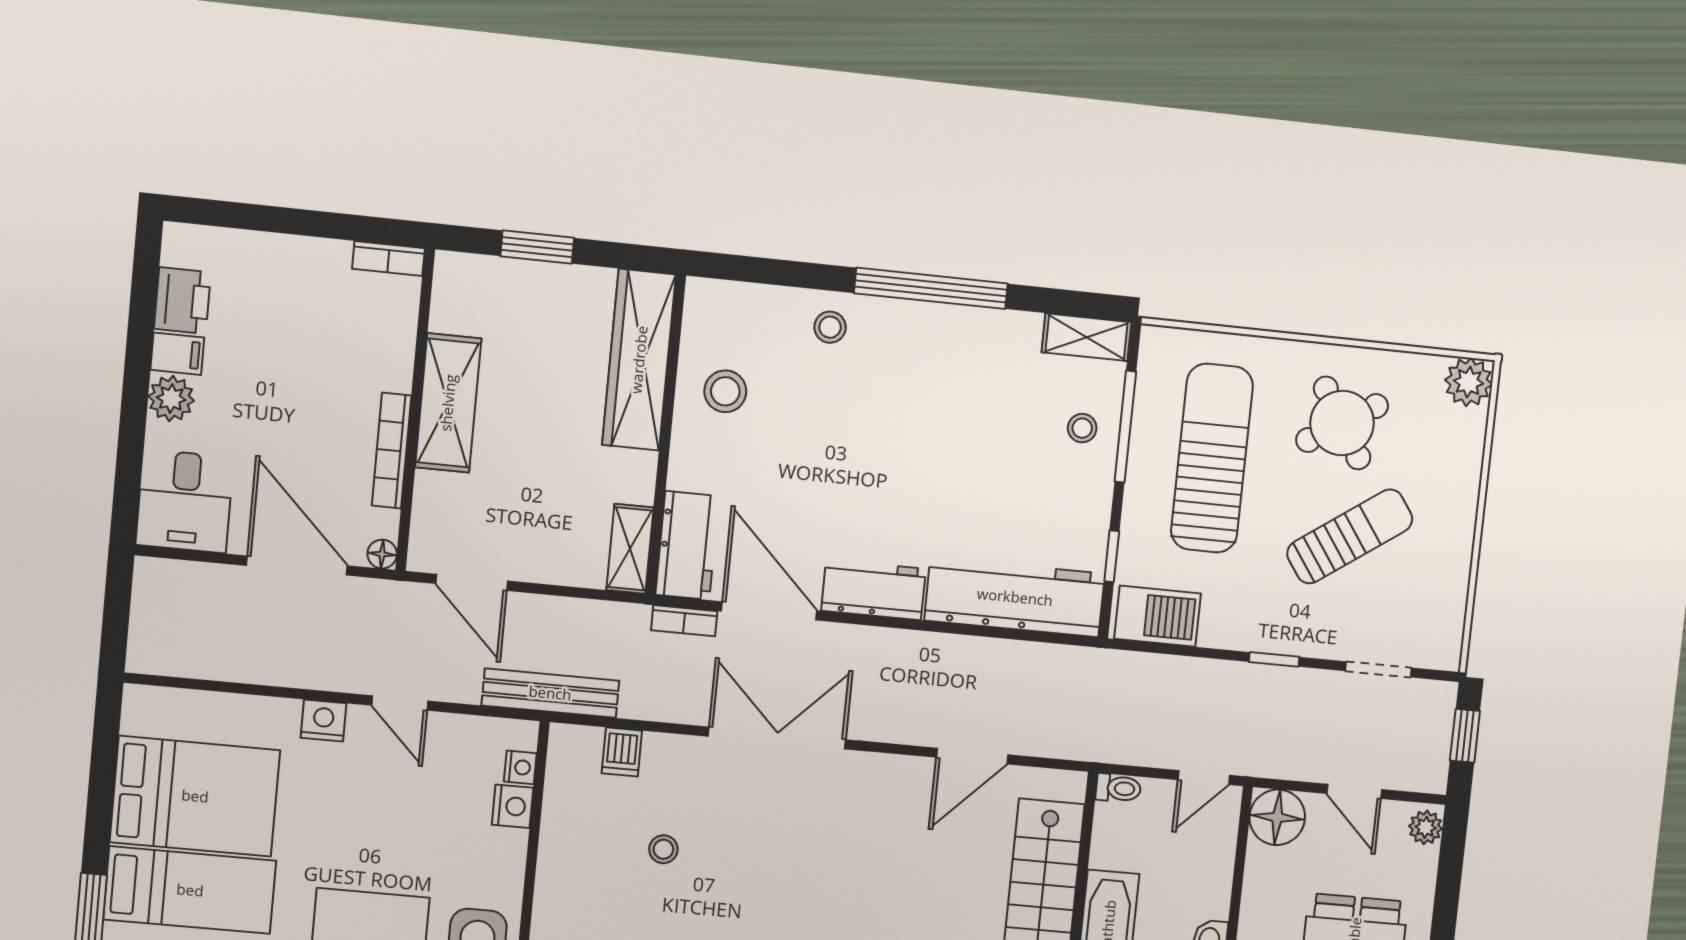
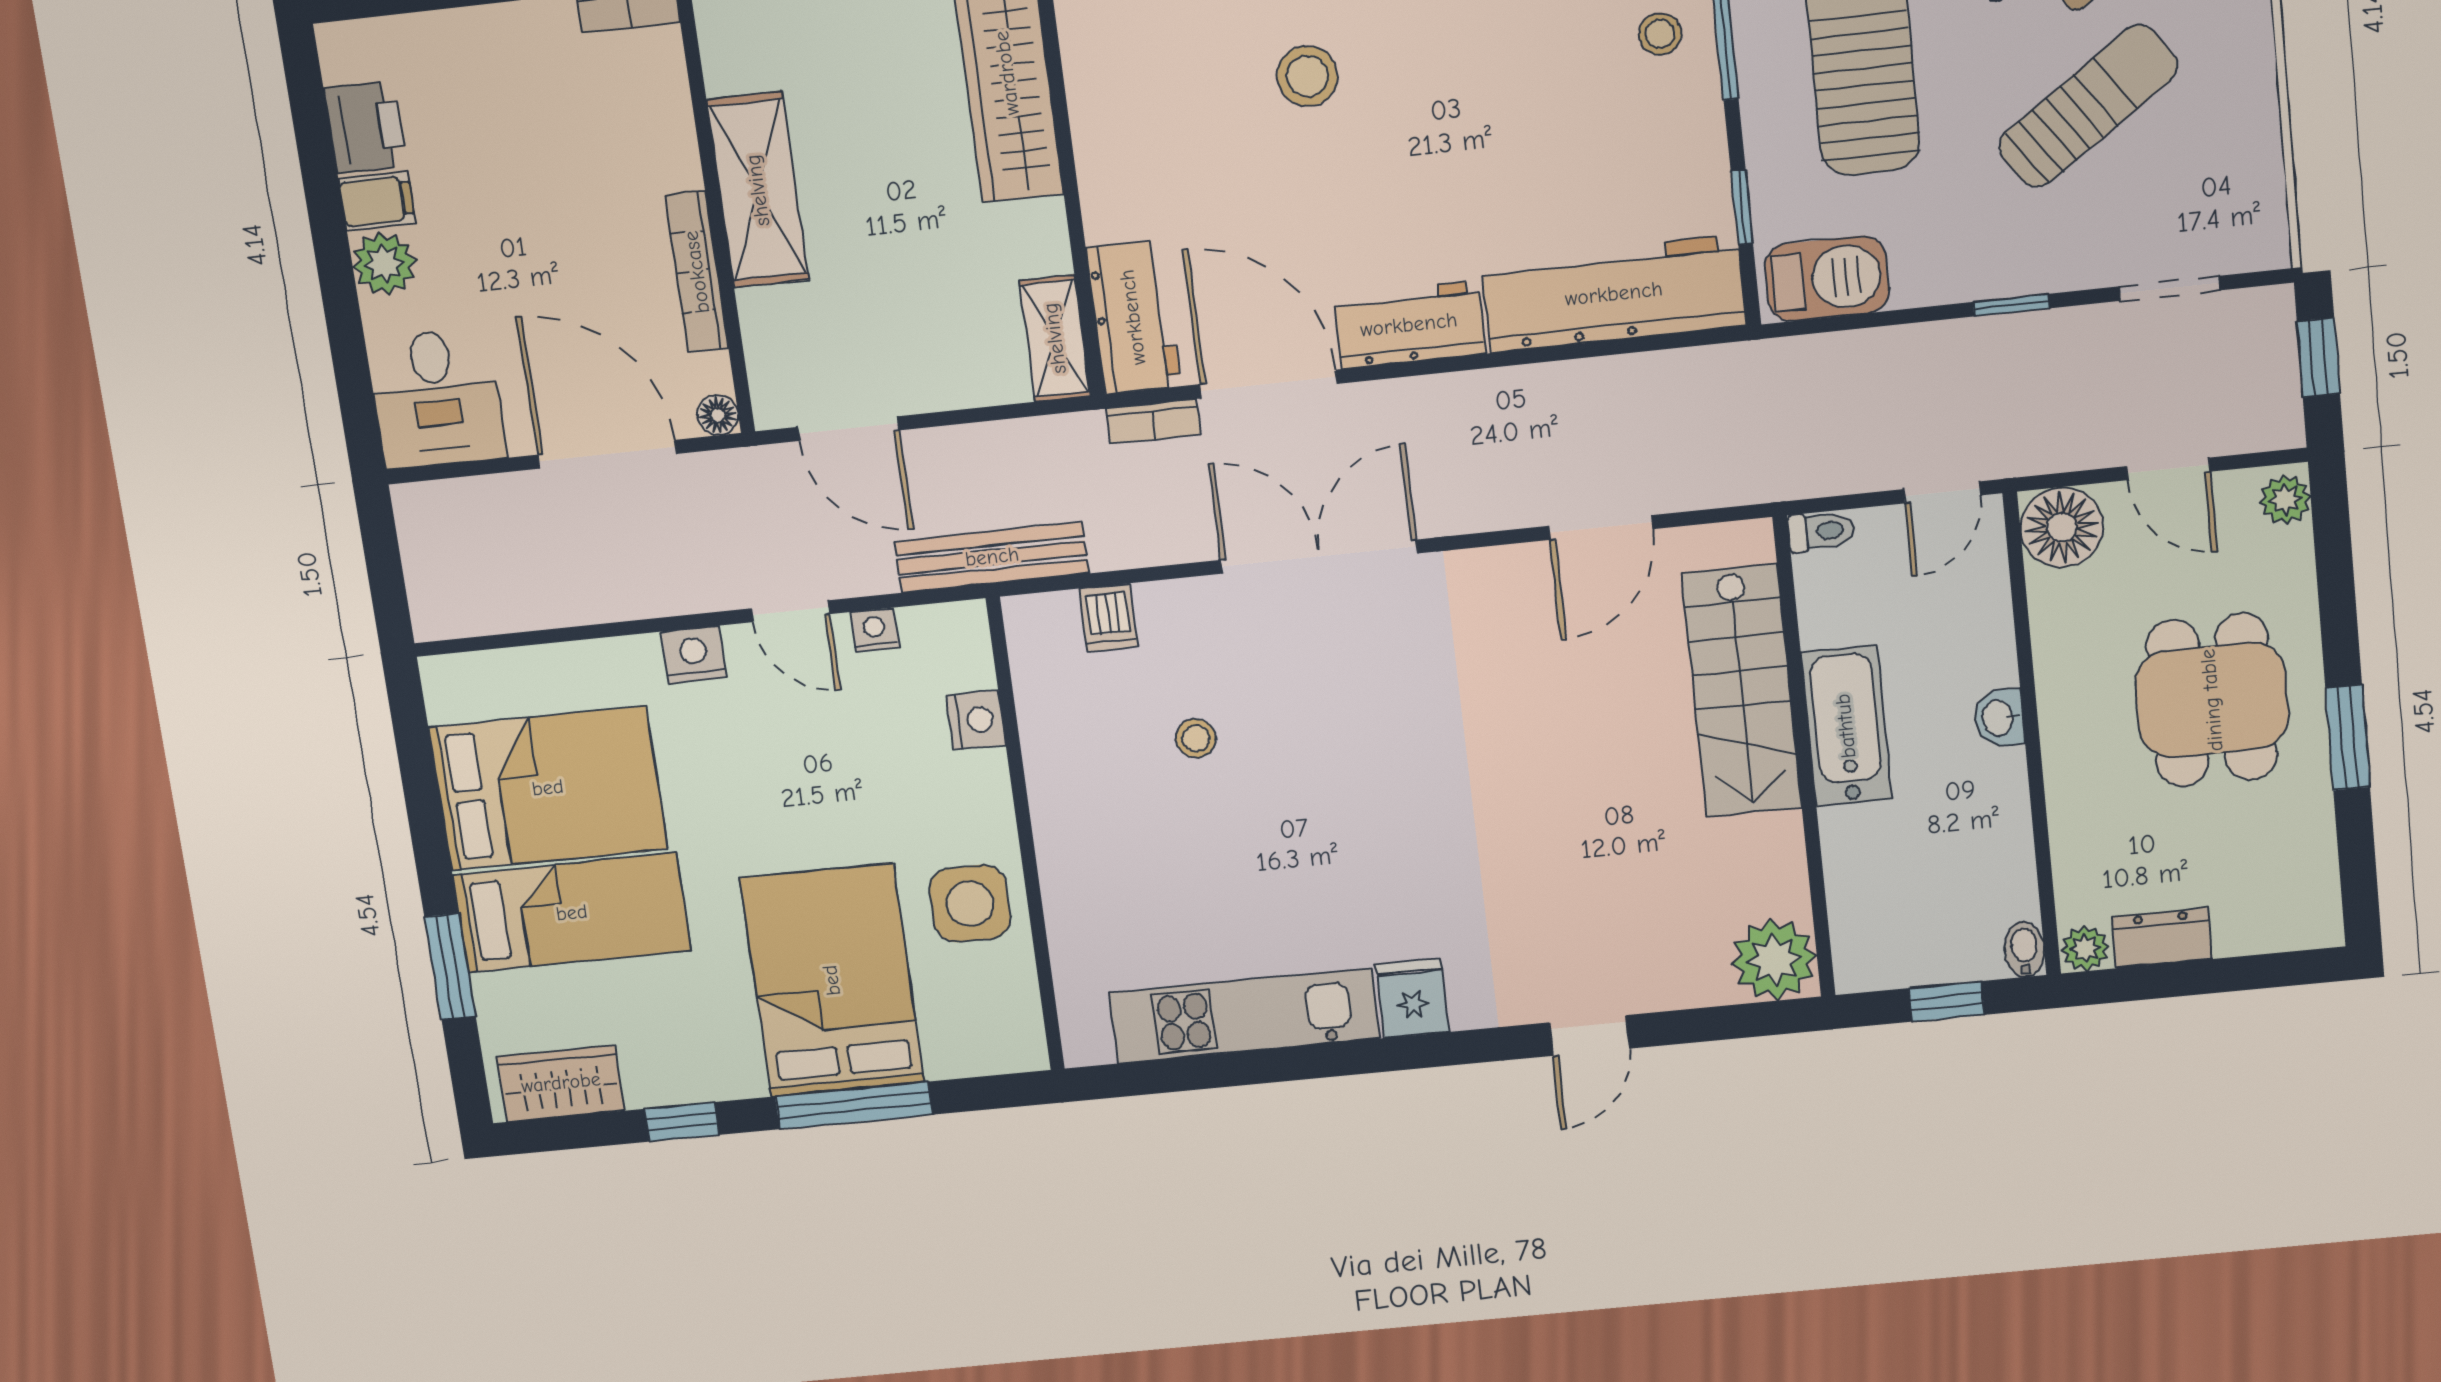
stool: (725, 391) -> (1307, 76), moved
nightstand: (520, 767) -> (875, 630), moved, turned -90

